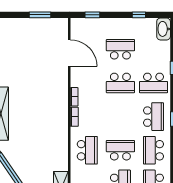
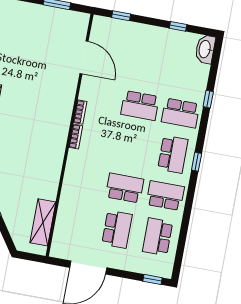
school desk: (120, 49) -> (148, 64), removed
school desk: (87, 150) -> (84, 181), removed
school desk: (153, 150) -> (165, 196), turned 90

